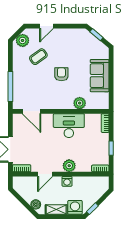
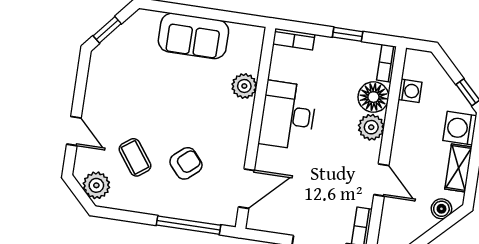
armchair: (61, 74) -> (186, 163), moved, turned 139
floor lamp: (84, 165) -> (373, 97), added
washing machine: (67, 181) -> (410, 91), moved

